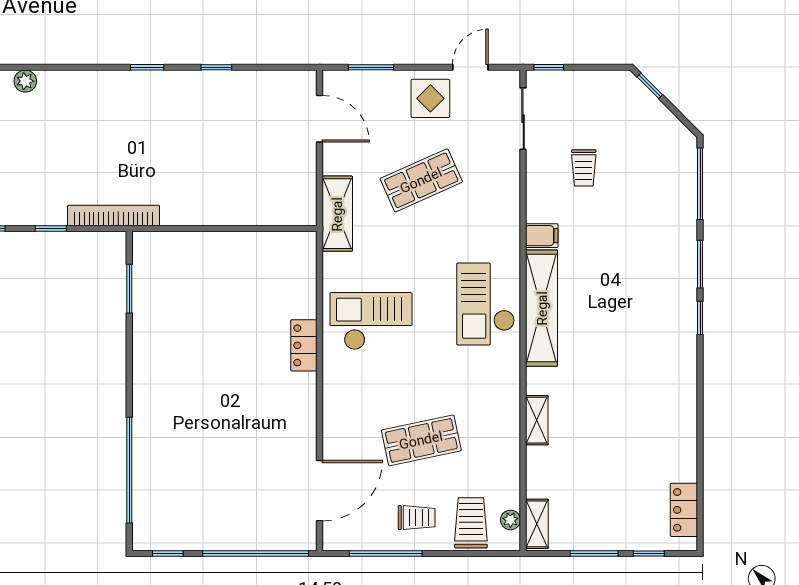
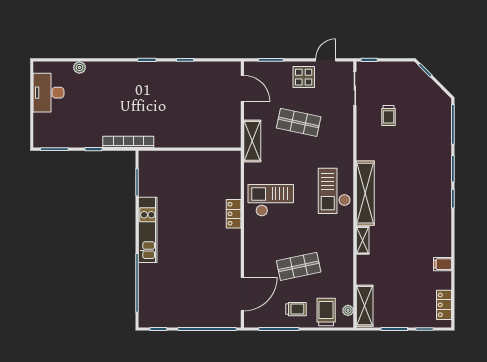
shop shelf: (421, 180) -> (299, 122), turned 36
filing cabinet: (542, 236) -> (443, 264), moved, turned 180
kitchen unit: (149, 374) -> (148, 230), added
shelving: (537, 420) -> (363, 240), moved
shelving: (537, 524) -> (365, 306), width x1.50, depth x1.33

